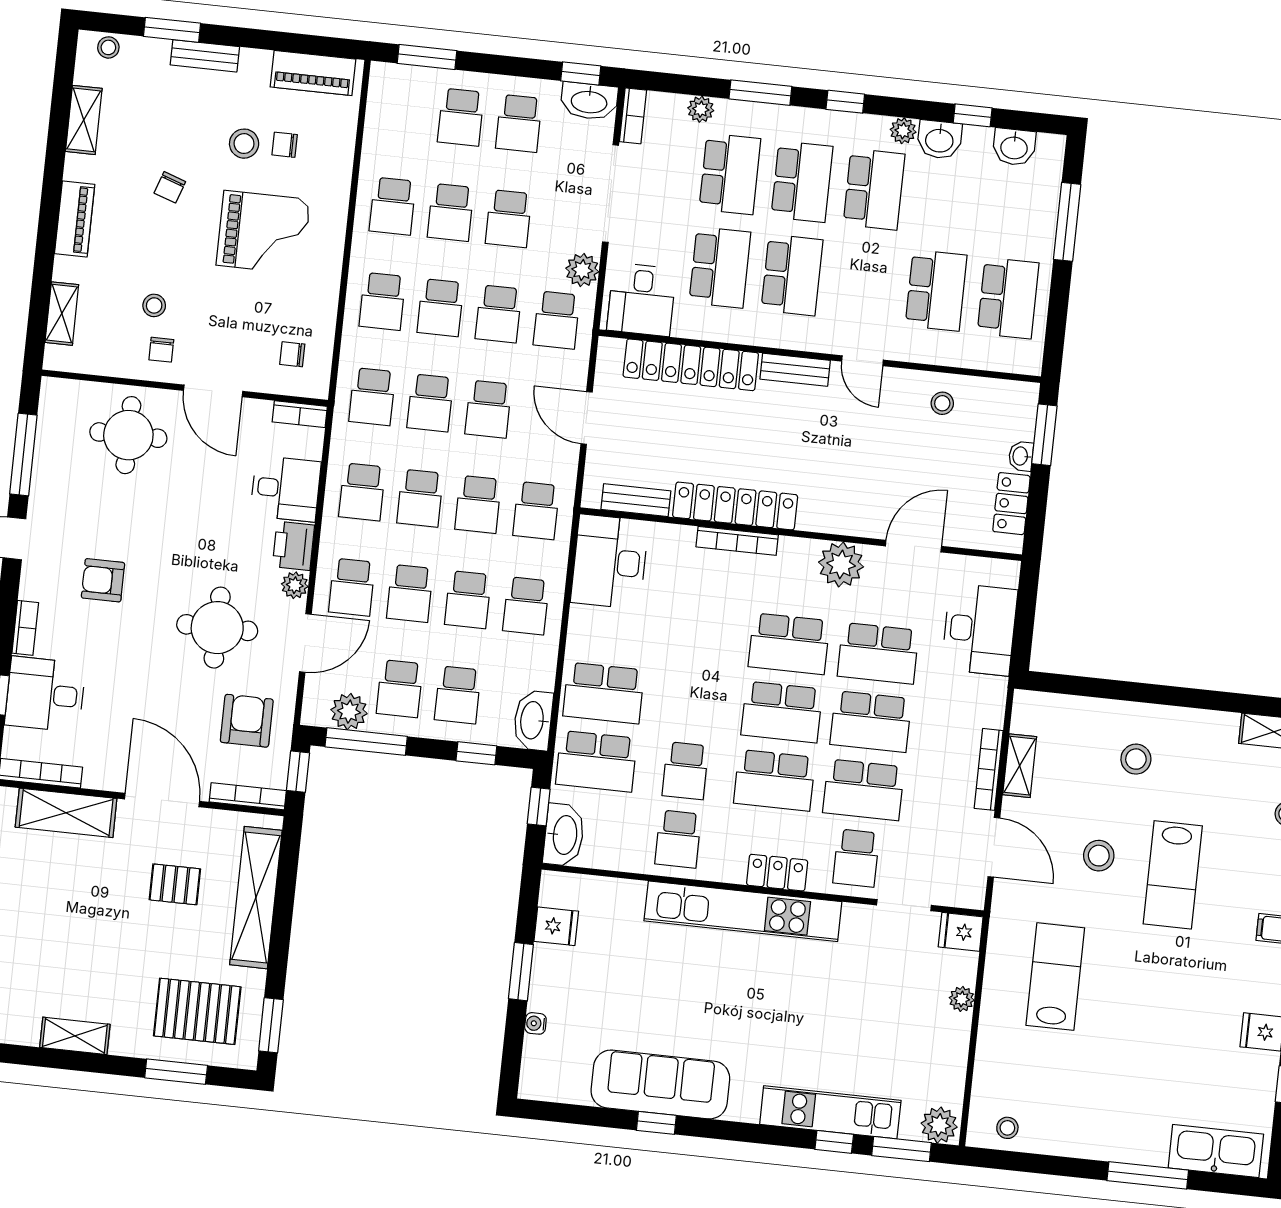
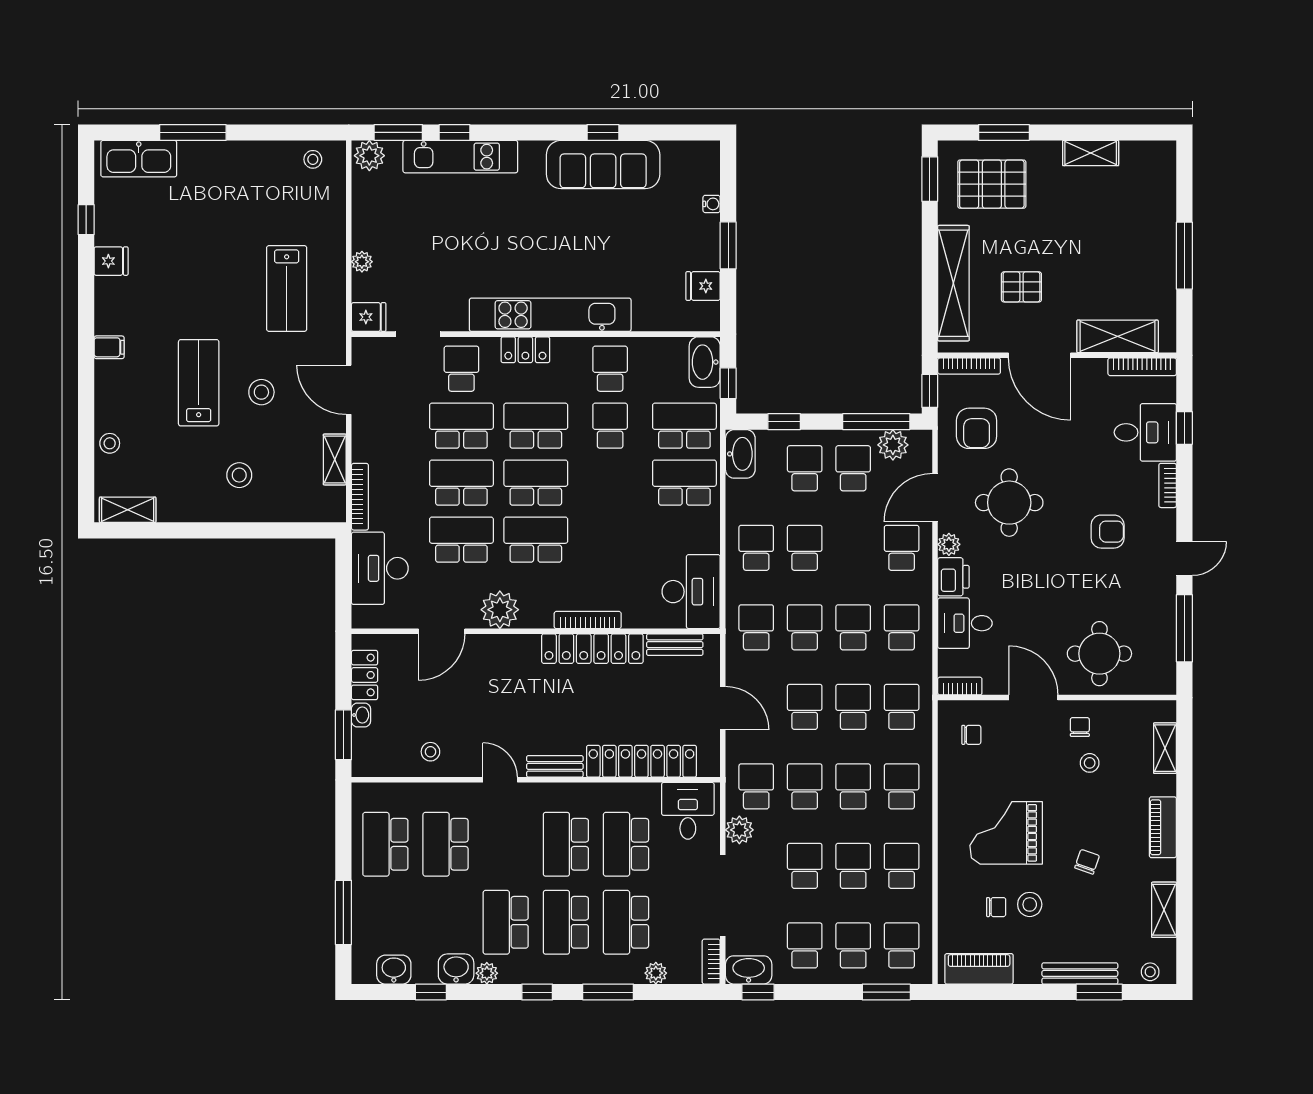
bench: (205, 56) -> (1080, 973), width x1.36
school desk: (410, 593) -> (902, 945), moved
bookcase: (989, 769) -> (360, 497), moved

